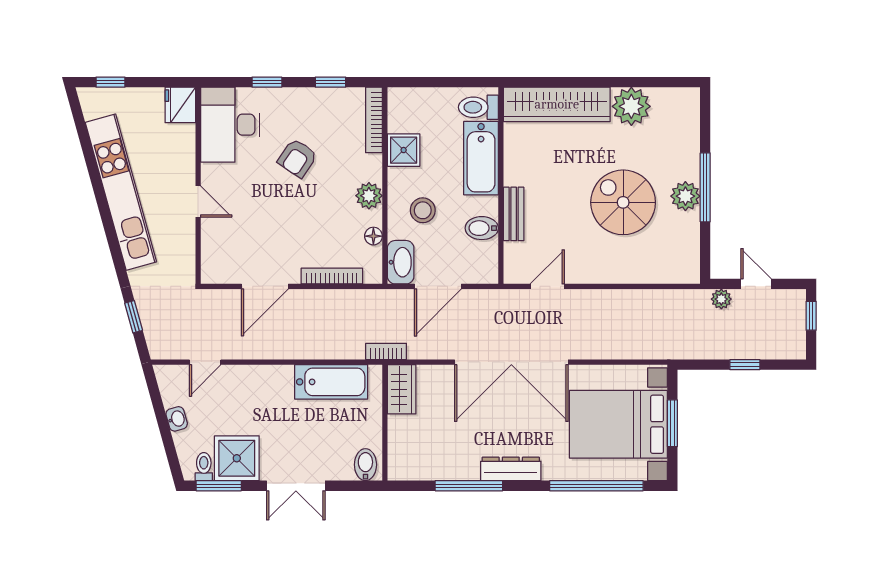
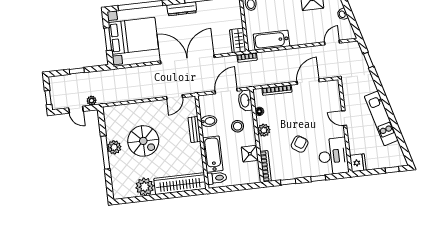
kitchen unit: (121, 192) -> (381, 118), width x0.73

